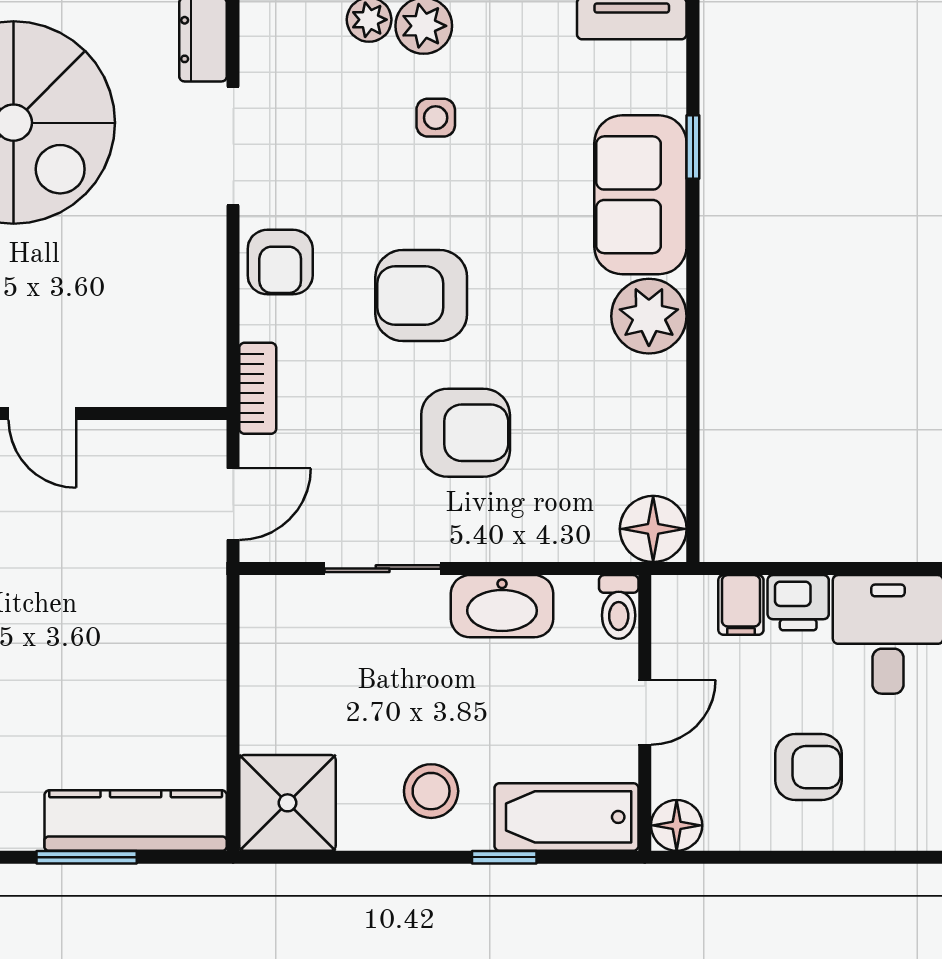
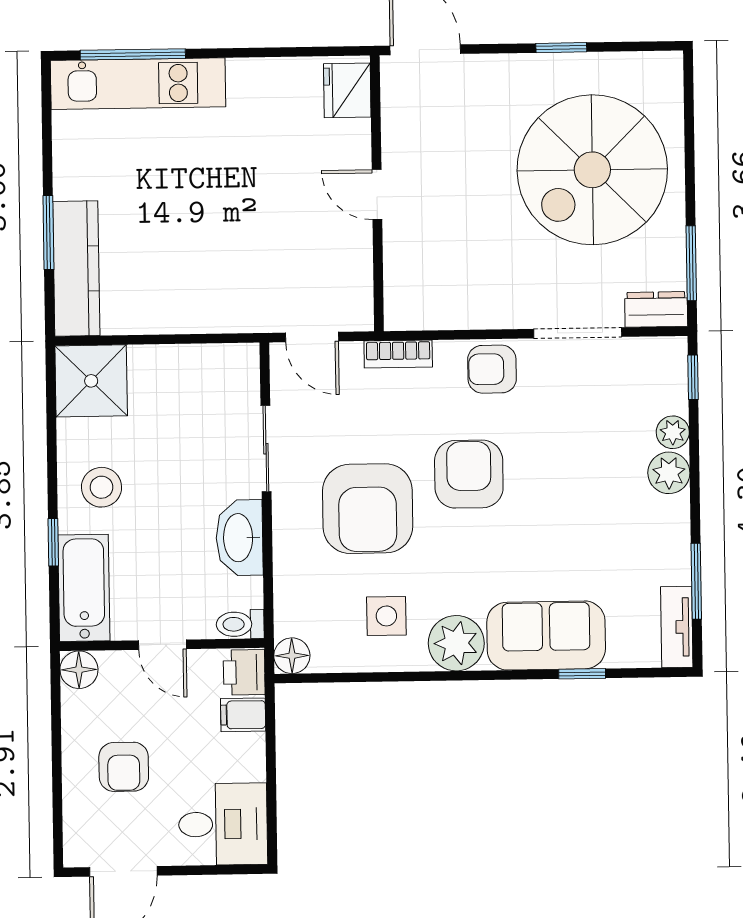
side table: (436, 118) -> (386, 616), moved, width x1.37, depth x1.37
door: (42, 414) -> (377, 195), hinge flipped
armchair: (466, 433) -> (368, 509), width x1.36, depth x1.36
floor lamp: (653, 529) -> (292, 656), width x0.73, depth x0.73
printer: (798, 603) -> (244, 672), moved

